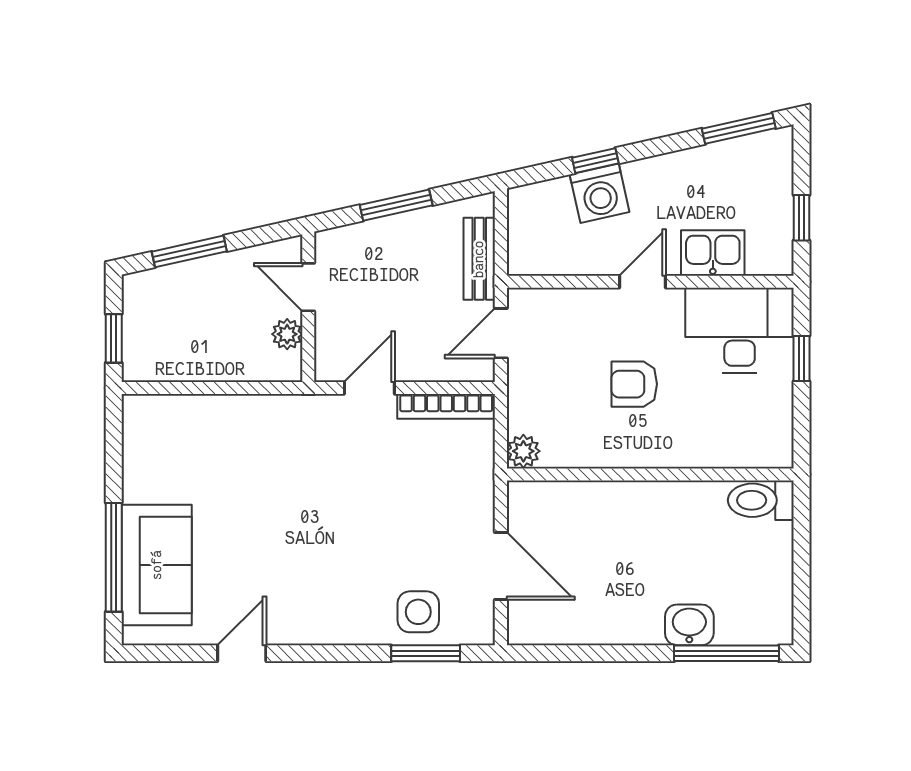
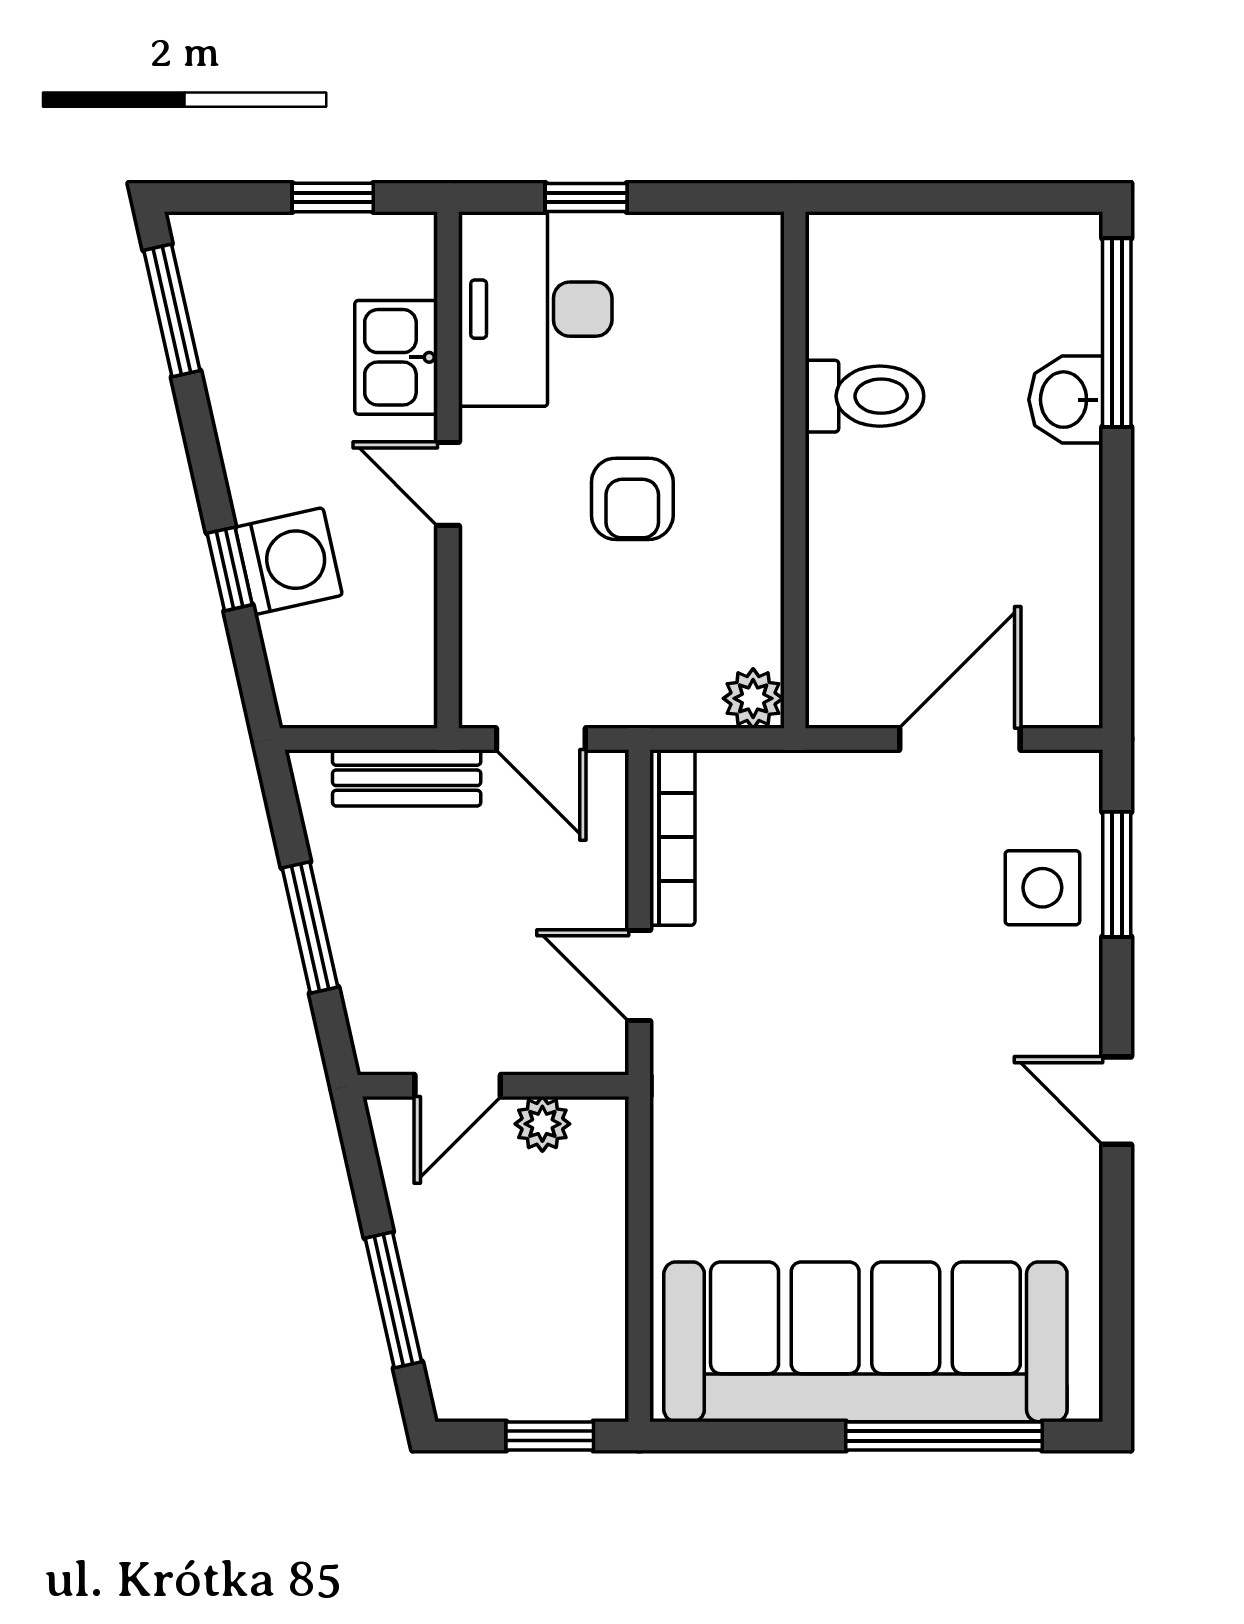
toilet: (761, 500) -> (865, 396), moved, turned -90
sofa: (157, 565) -> (865, 1342), width x1.85, depth x1.27
door: (242, 653) -> (1117, 1101), moved

